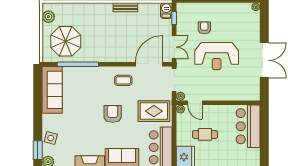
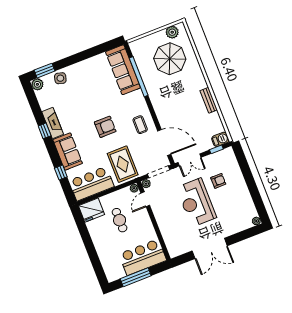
parasol: (66, 41) -> (170, 59), moved
sofa: (52, 90) -> (123, 70), moved, turned 90
window: (264, 140) -> (136, 277), added

